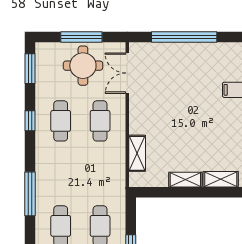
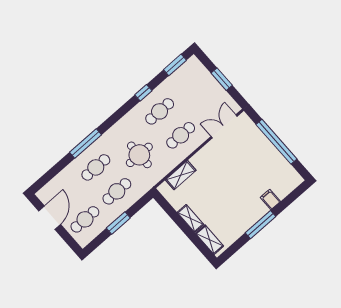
window: (81, 37) -> (222, 79), width x0.69
round table: (83, 66) -> (139, 155), moved
window: (30, 194) -> (86, 143), moved

